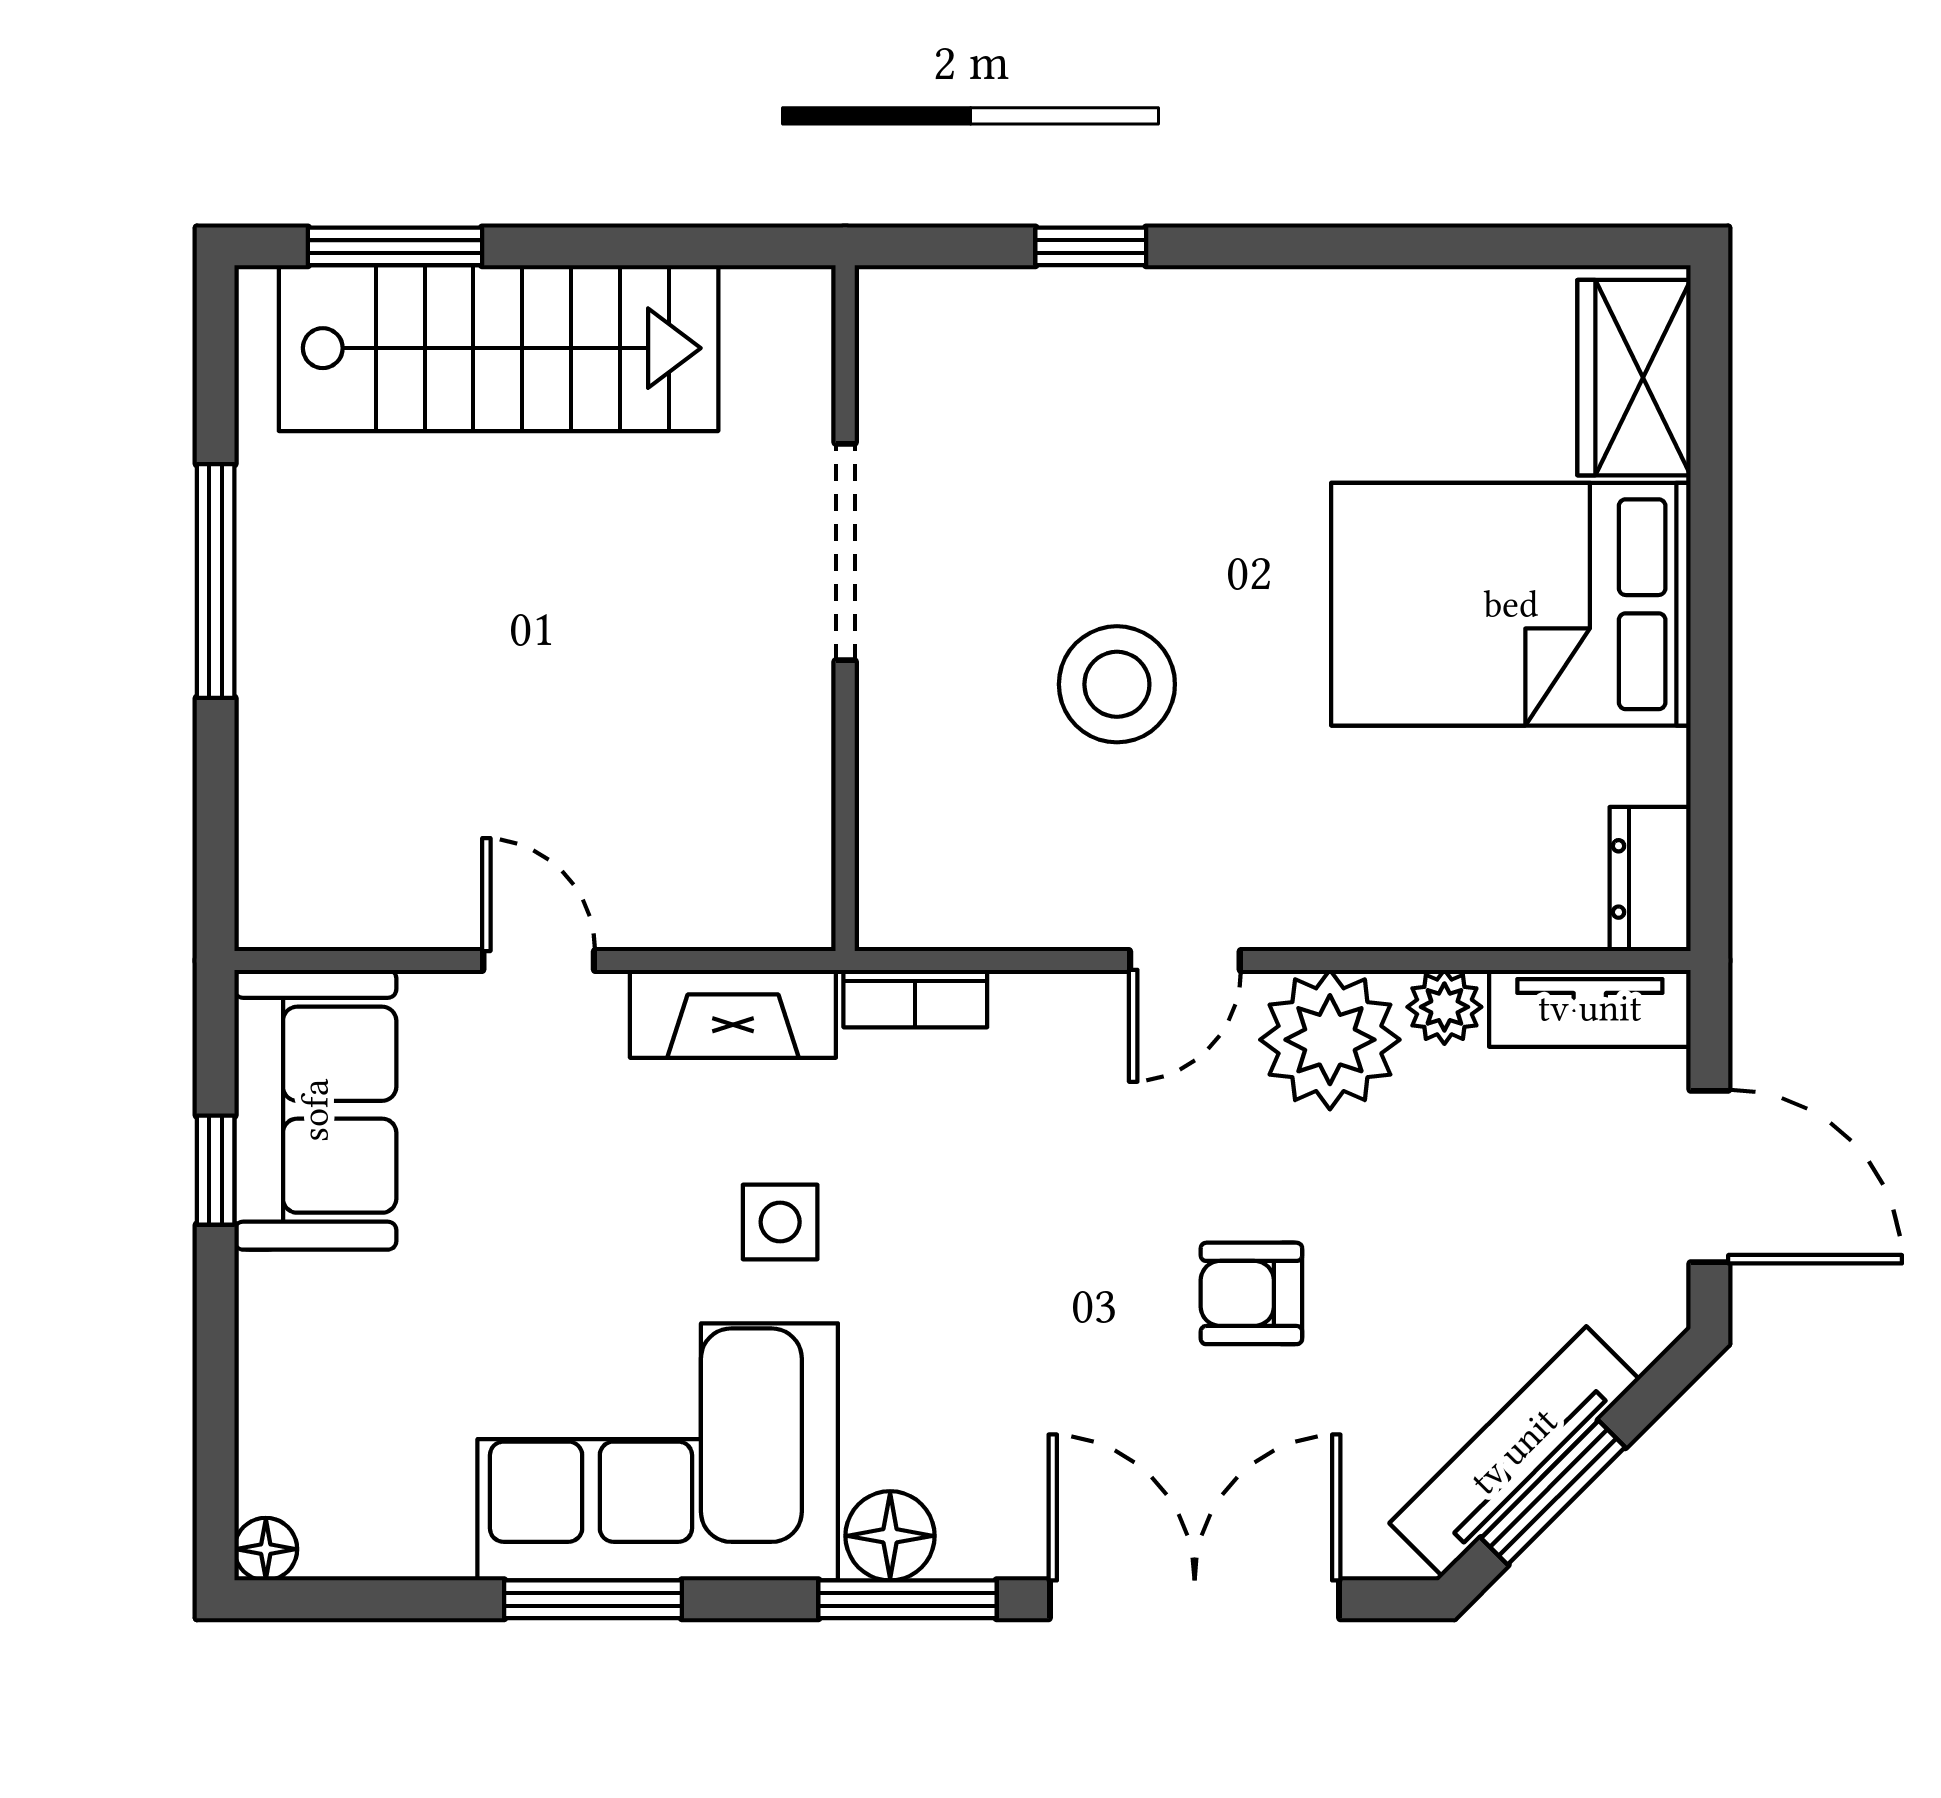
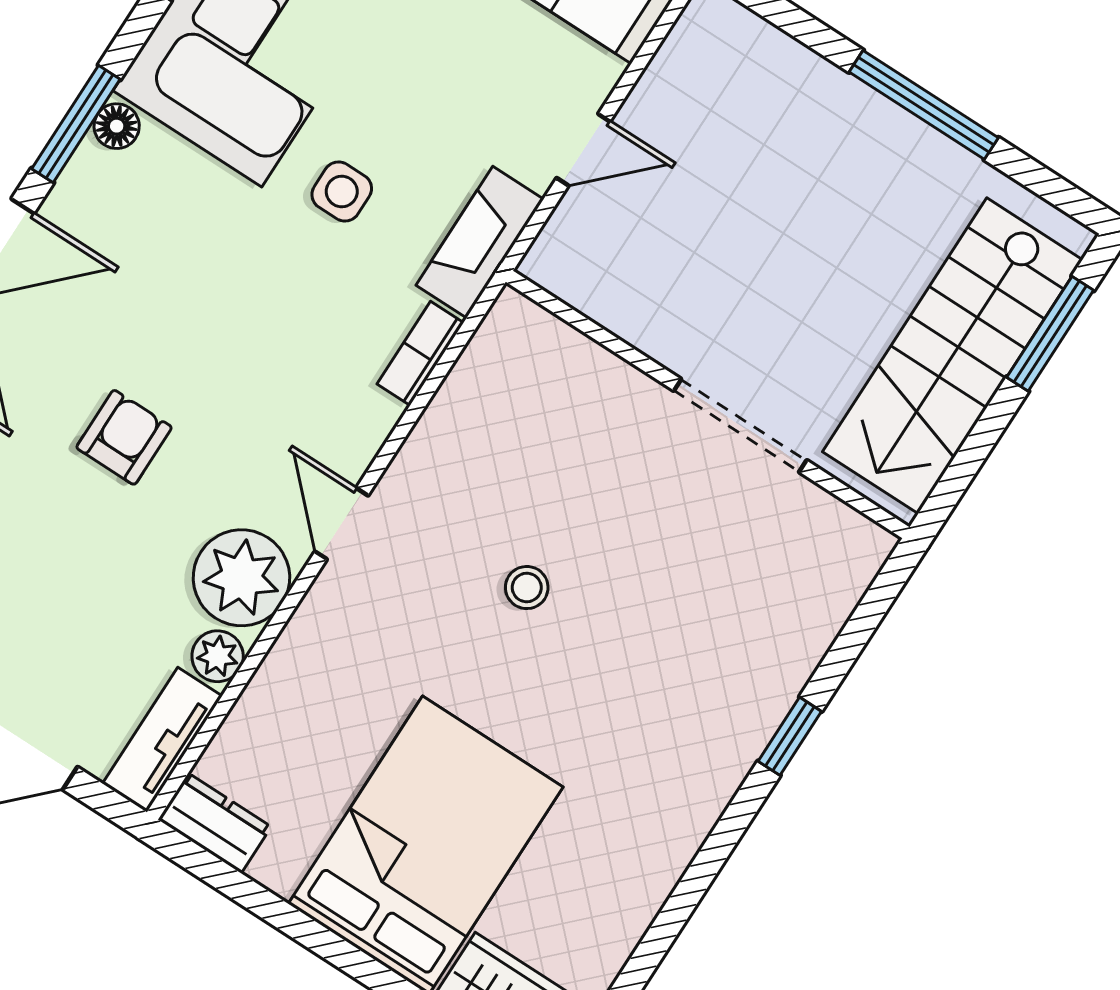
doorway: (845, 552) -> (740, 425), moved
wall: (845, 608) -> (708, 404), moved
stool: (1117, 684) -> (527, 588), width x0.53, depth x0.53
floor lamp: (890, 1536) -> (117, 126), width x0.73, depth x0.73

